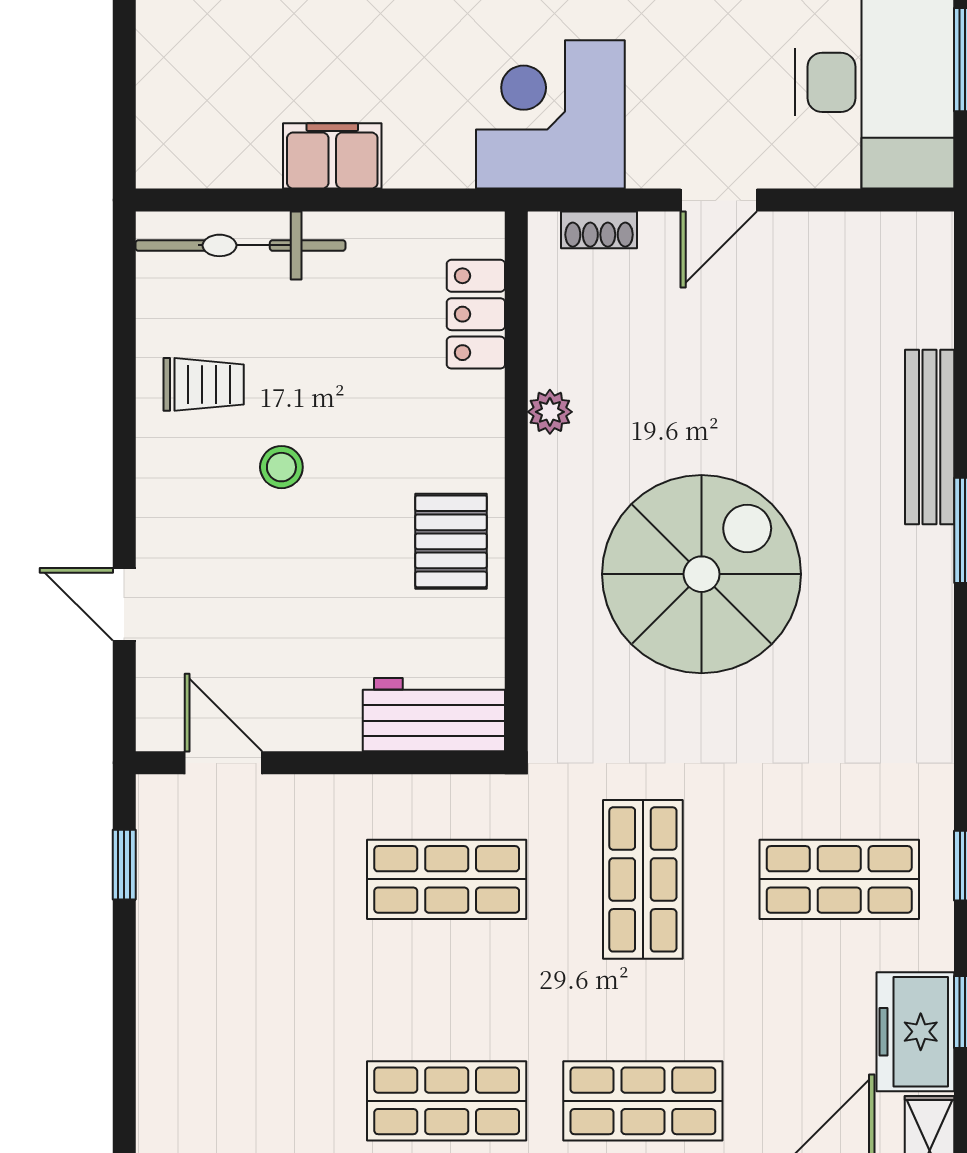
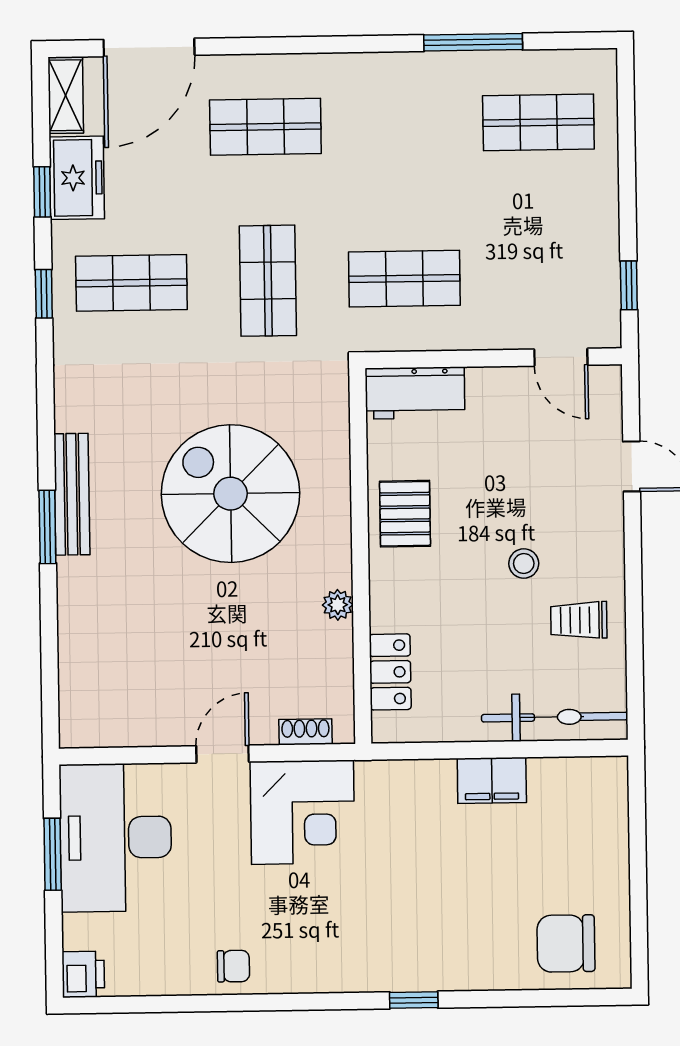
corner desk: (550, 114) -> (303, 812), moved
bench: (930, 437) -> (72, 494), moved
spiral stairs: (702, 574) -> (230, 494), turned 90
shop shelf: (447, 1101) -> (538, 122), moved

